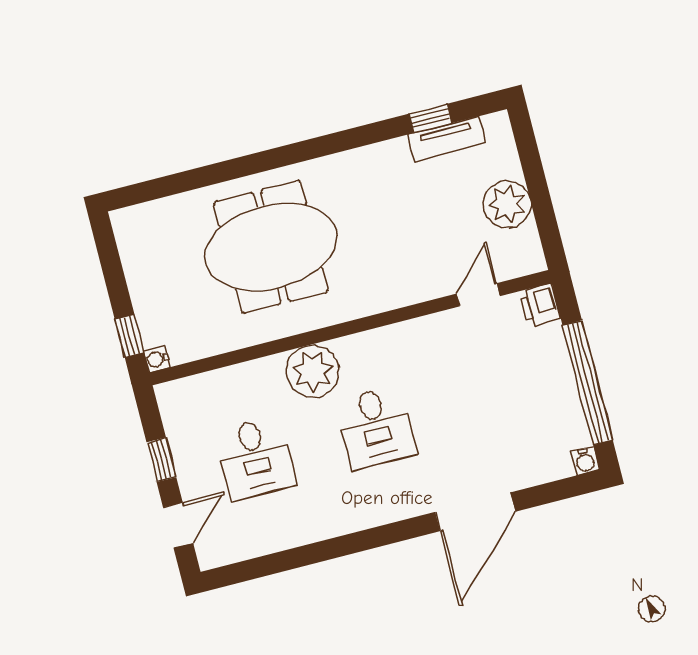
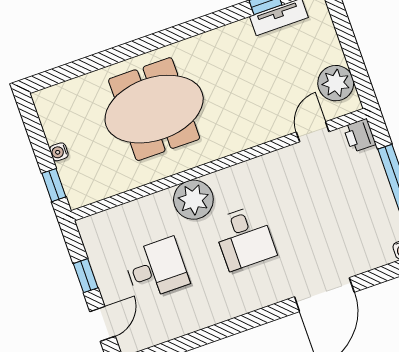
plant: (507, 204) -> (336, 83), moved
water cooler: (157, 359) -> (59, 152), moved
desk: (256, 458) -> (156, 269), turned -90

